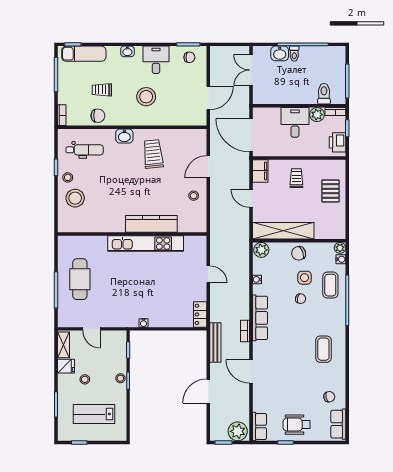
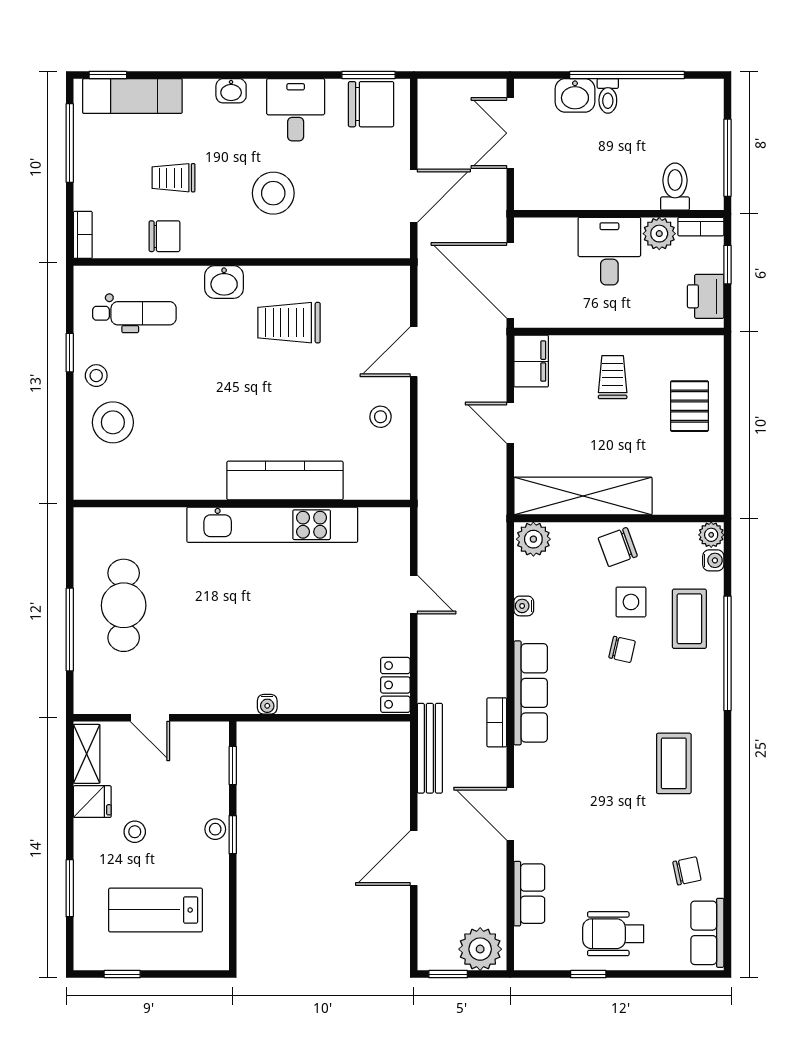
chair: (189, 57) -> (371, 104), width x1.87, depth x1.87
trolley: (153, 154) -> (289, 323), turned -84
row of seats: (259, 427) -> (529, 894), moved

